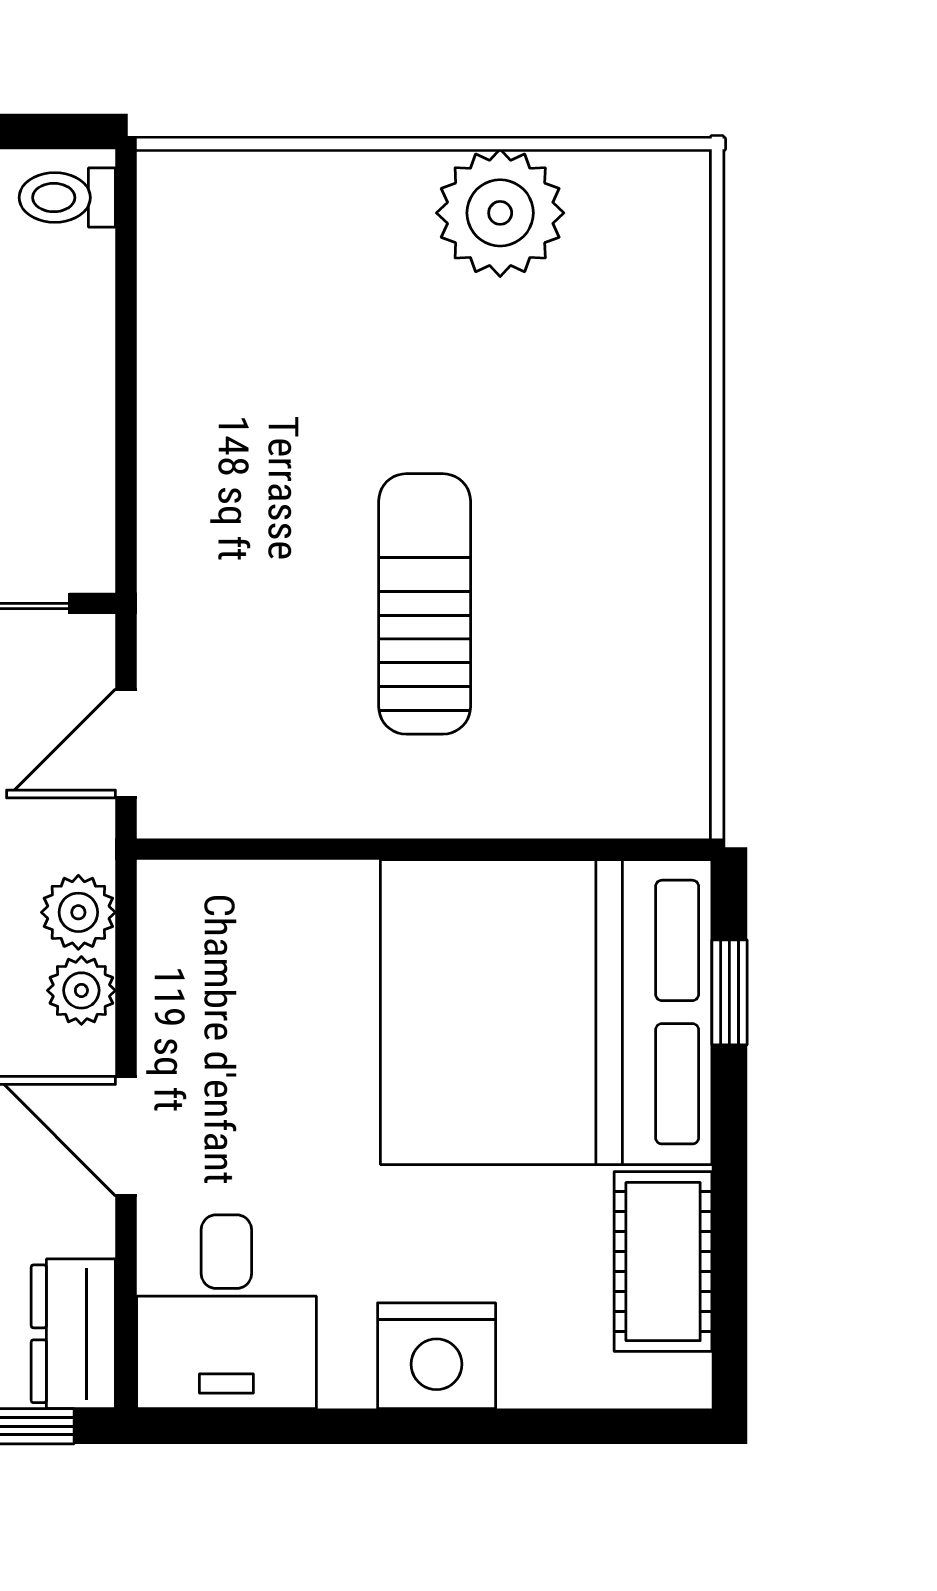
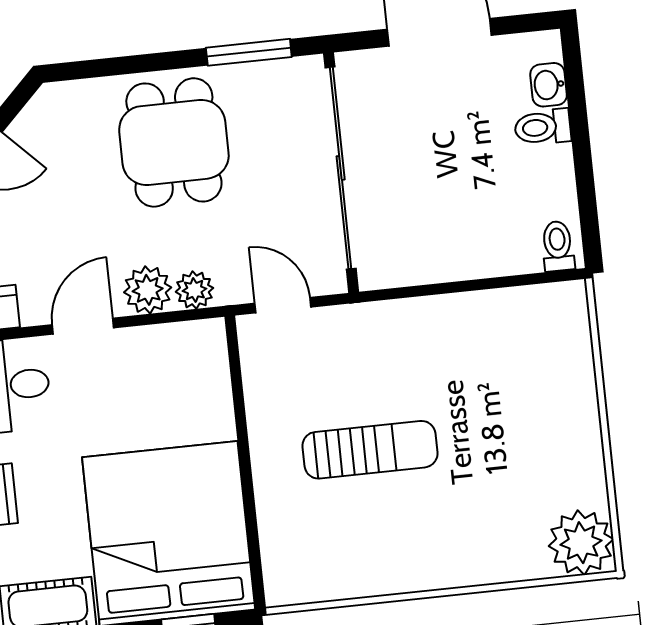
plant: (500, 213) -> (581, 543), moved
plant: (81, 990) -> (148, 290), width x1.38, depth x1.38

